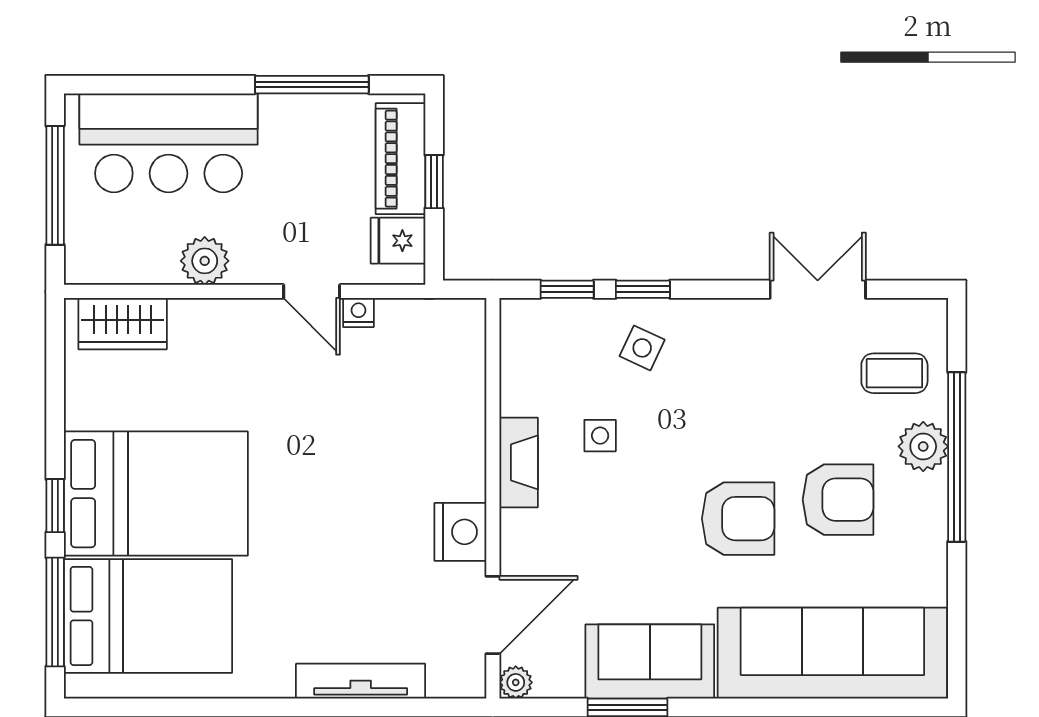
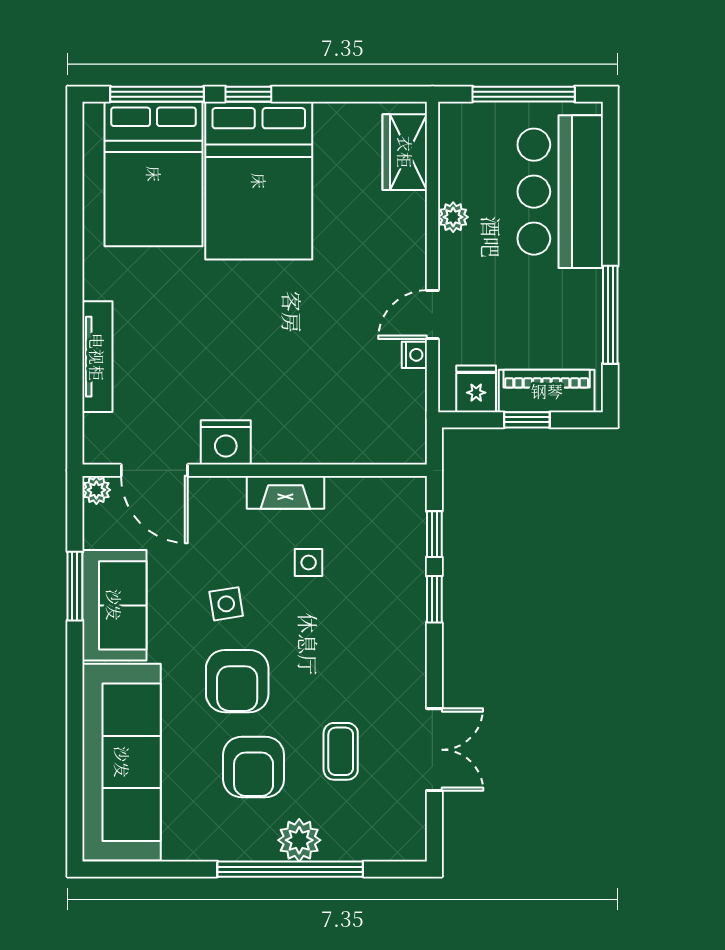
plant: (205, 261) -> (453, 217), width x0.73, depth x0.73
side table: (642, 348) -> (226, 604), moved, turned -34
coffee table: (894, 373) -> (341, 751), moved

